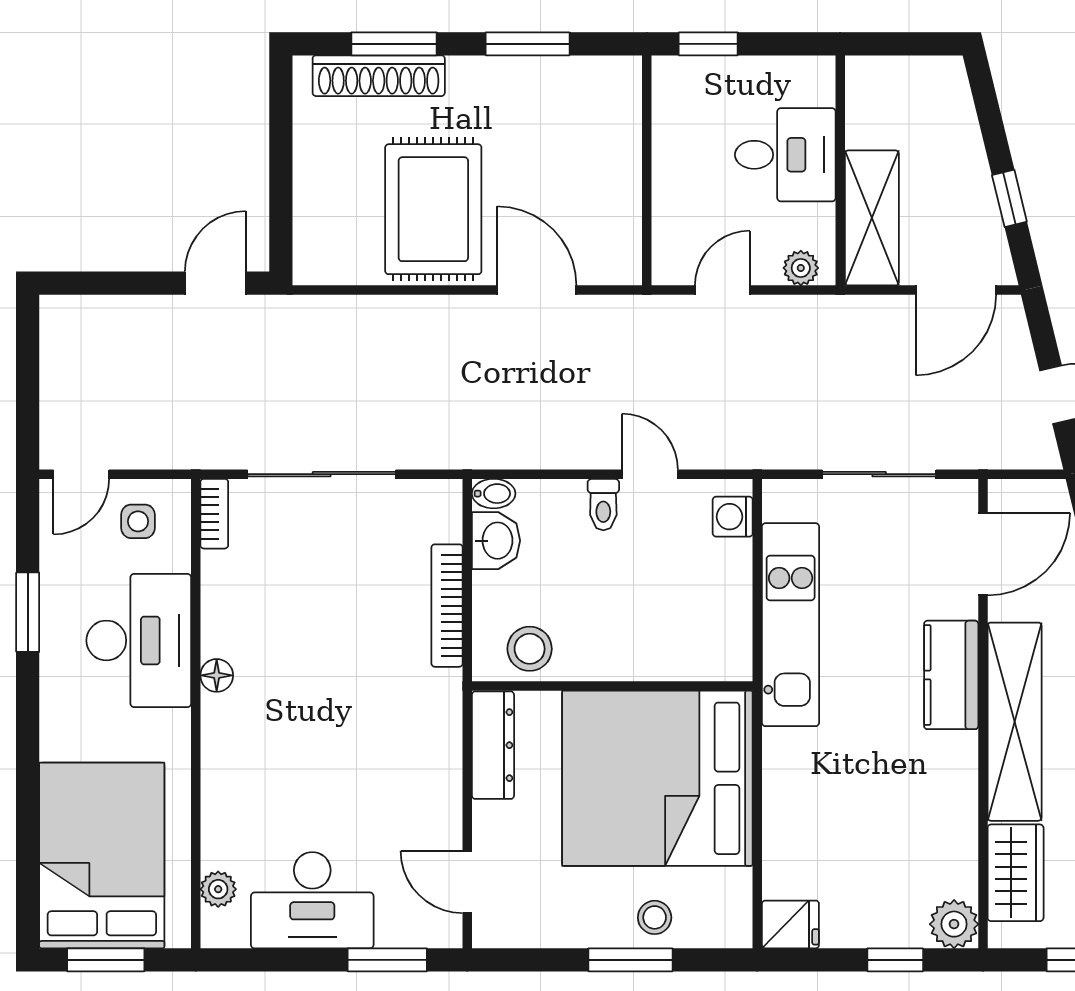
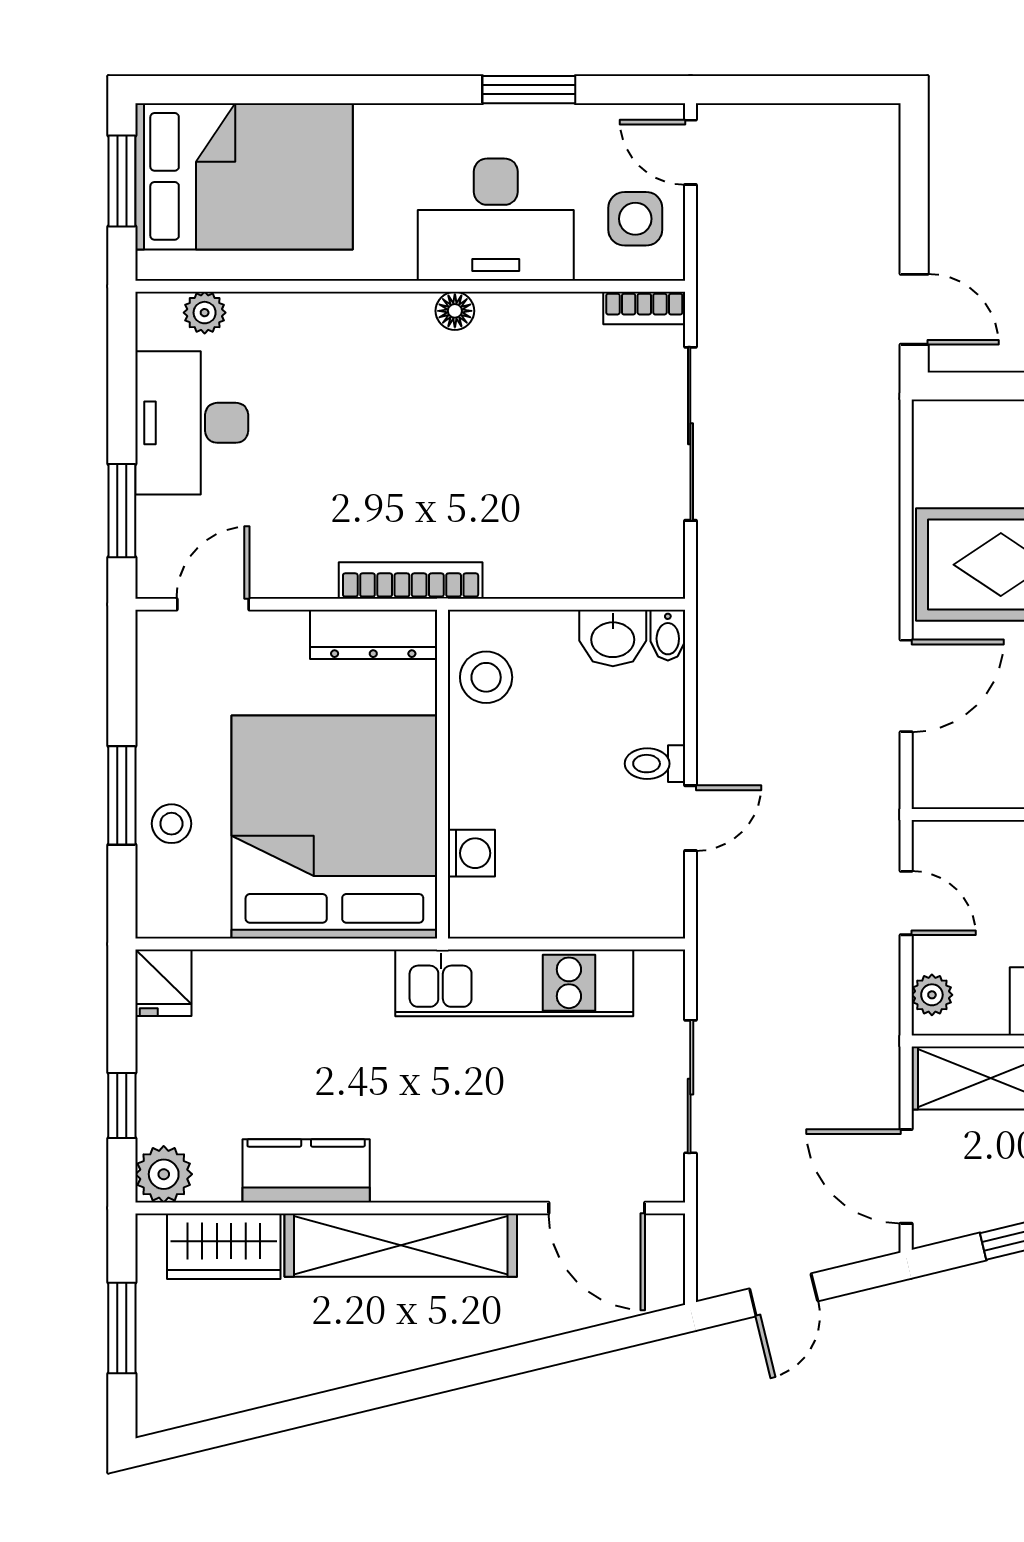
washing machine: (733, 517) -> (471, 853), moved, turned 90
side table: (138, 521) -> (635, 219), width x1.37, depth x1.37
bookcase: (447, 606) -> (411, 581), moved
kitchen counter: (951, 675) -> (306, 1171), moved

